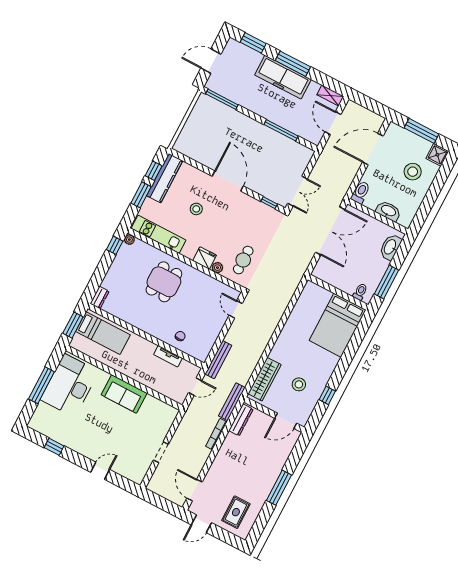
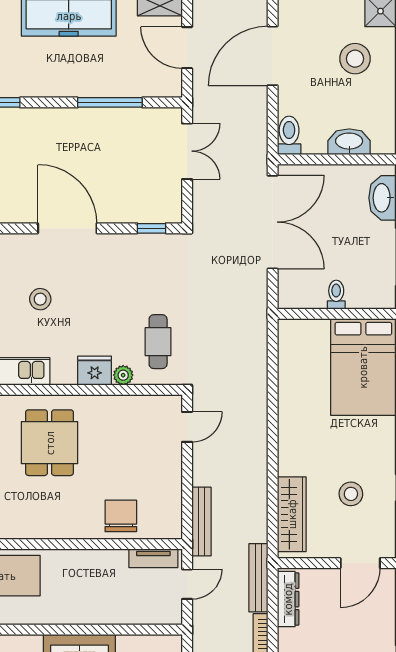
double door: (297, 191) -> (187, 151), moved
toilet: (360, 292) -> (336, 295), moved
door: (236, 309) -> (187, 427), swing flipped
chair: (180, 336) -> (121, 516), width x1.87, depth x1.87
tv unit: (168, 356) -> (153, 558), moved

